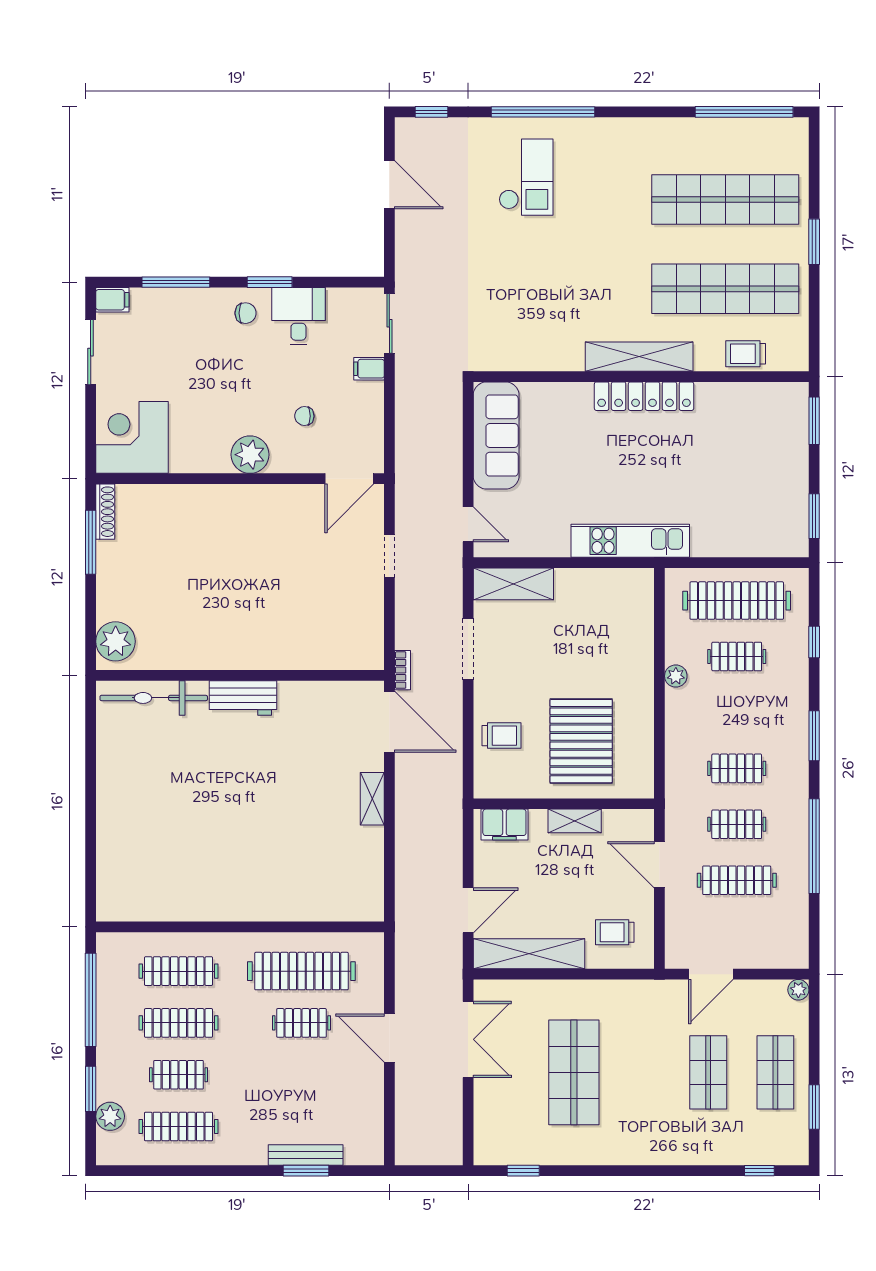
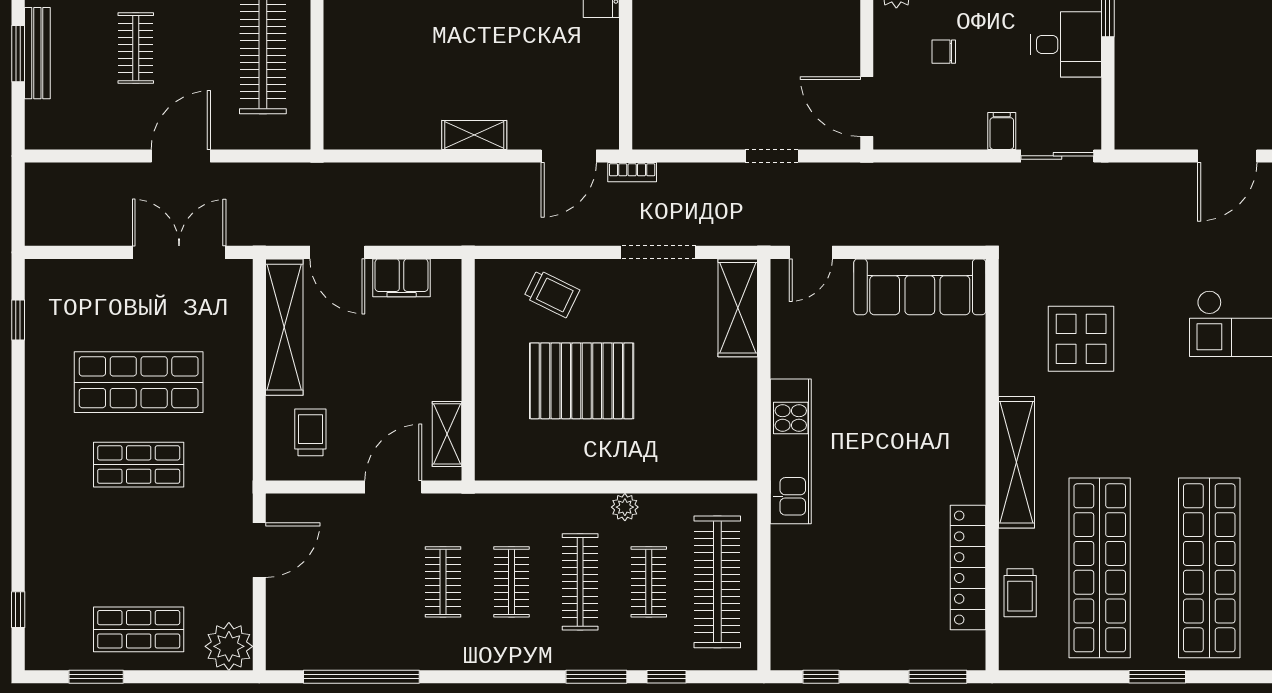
display table: (539, 304) -> (1081, 339), added
trolley: (746, 354) -> (1020, 593), turned 180
locker: (644, 396) -> (968, 568), moved
chair: (304, 416) -> (944, 52), turned -90
window: (814, 516) -> (821, 677), width x0.67
door: (389, 722) -> (569, 156), width x0.73
trolley: (502, 736) -> (552, 294), turned -64
window: (814, 736) -> (596, 677), moved
pallet: (581, 741) -> (582, 381), moved
shelving: (575, 821) -> (447, 434), moved
filing cabinet: (504, 825) -> (402, 278), moved, turned -90
window: (814, 846) -> (361, 677), moved
clothes rail: (737, 880) -> (580, 582), moved
door: (711, 974) -> (259, 550), swing flipped
plant: (798, 990) -> (229, 646), width x1.88, depth x1.88
clothes rail: (301, 1023) -> (136, 48), moved
double door: (468, 1039) -> (179, 252), swing flipped
shop shelf: (708, 1072) -> (139, 465), moved

